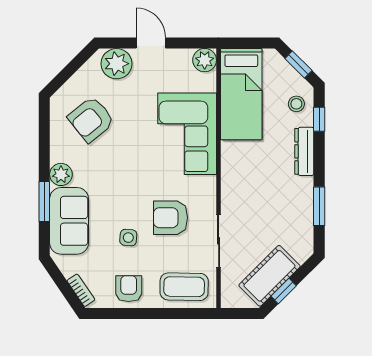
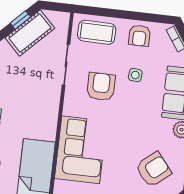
armchair: (170, 218) -> (101, 87), turned -90

